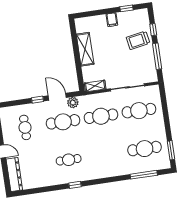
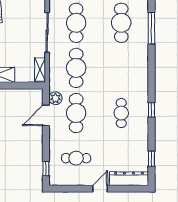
window: (38, 100) -> (46, 169), moved
window: (34, 191) -> (151, 159), added

